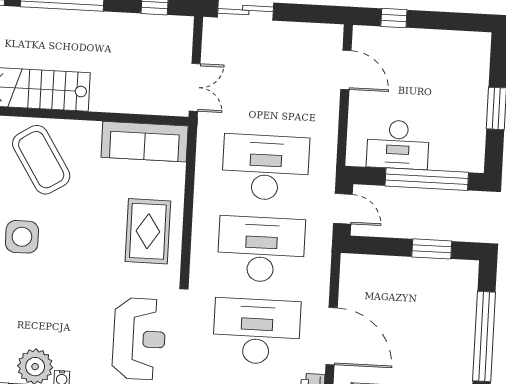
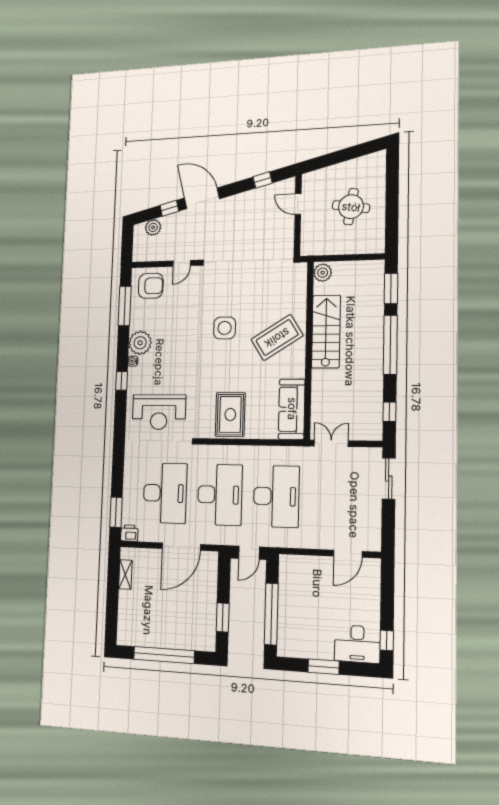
window: (394, 18) -> (387, 640), moved
double door: (195, 87) -> (331, 443), swing flipped
desk: (398, 145) -> (357, 644), moved, turned -90
rug: (148, 231) -> (230, 415), turned 90
door: (332, 336) -> (181, 547), moved

